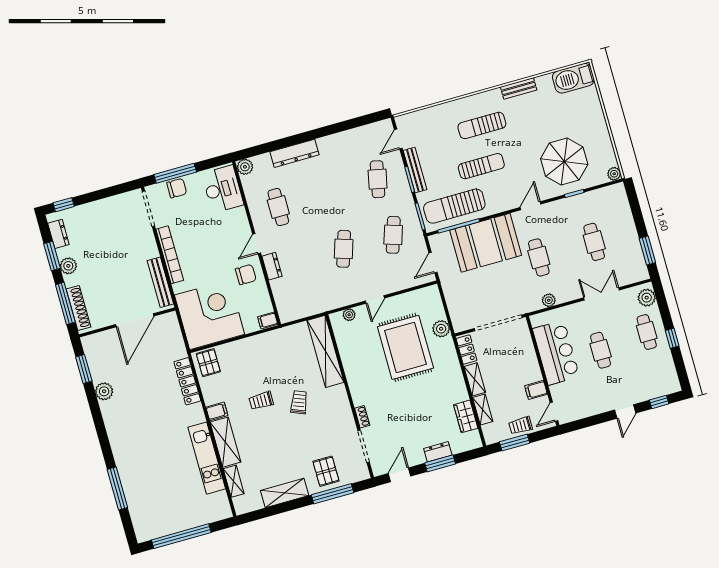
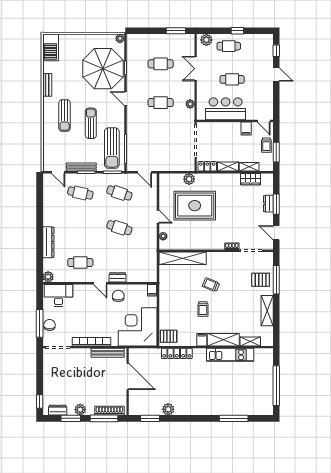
parasol: (564, 162) -> (103, 69), width x1.36, depth x1.36
booth: (486, 243) -> (141, 134), removed

